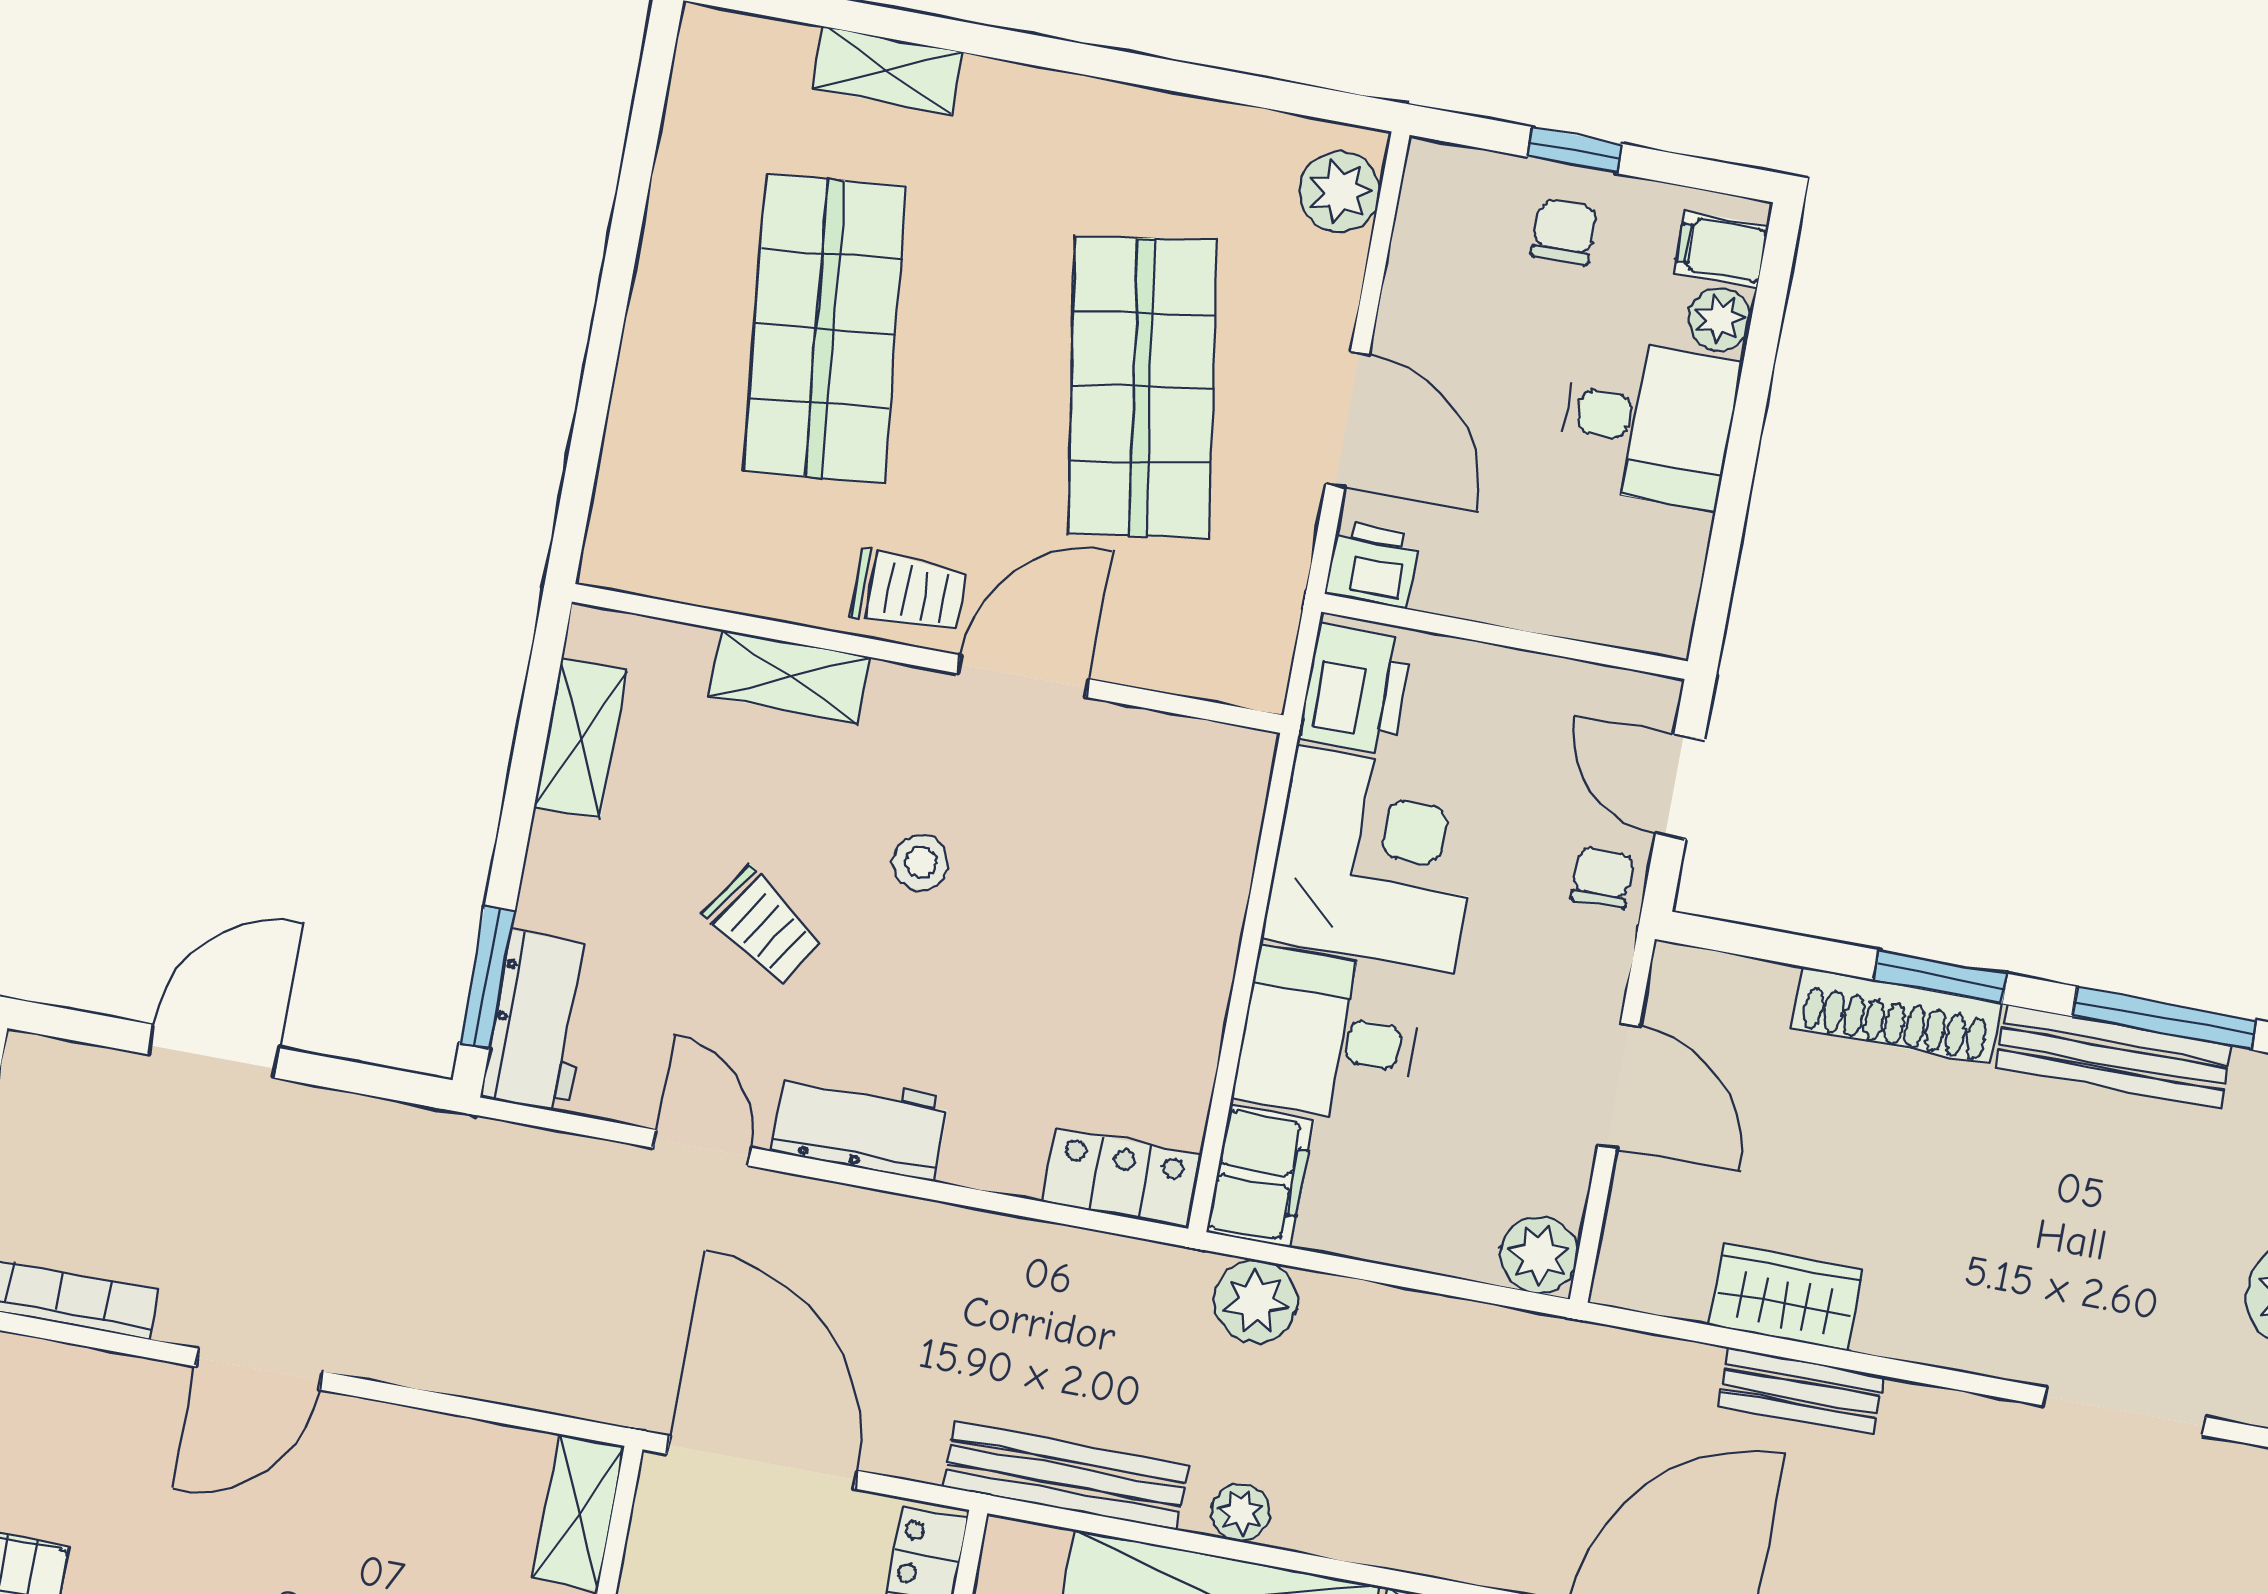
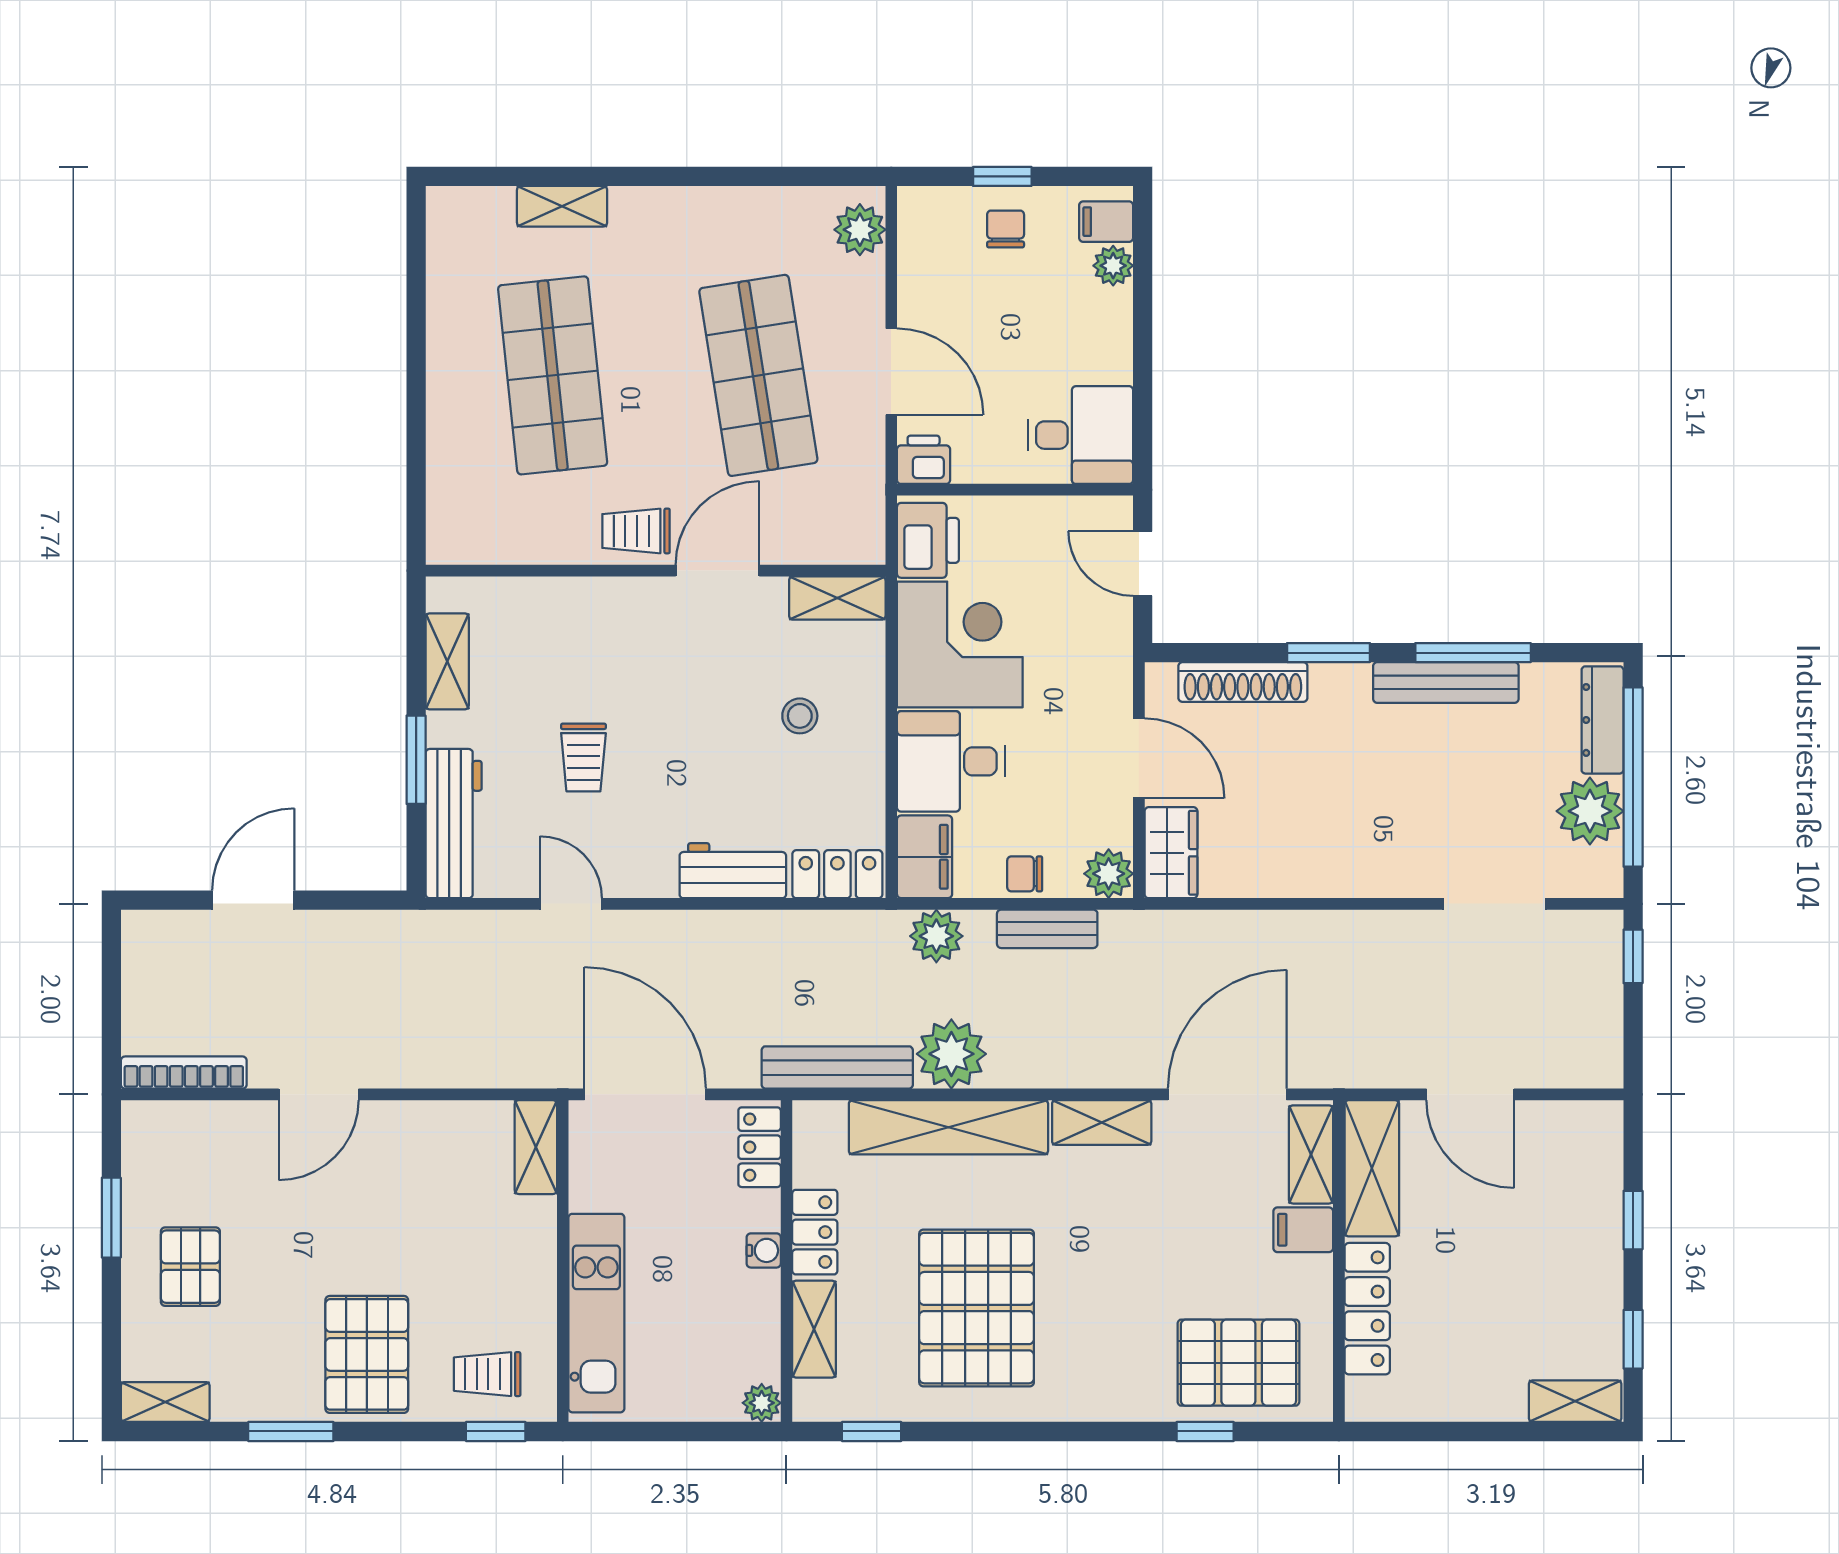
desk: (1648, 422) -> (1080, 435), moved
trolley: (909, 592) -> (636, 531), turned 180
shelving: (789, 677) -> (837, 598), moved
stool: (921, 862) -> (800, 716), moved
chair: (1602, 878) -> (1025, 874), moved, turned -90
trolley: (763, 926) -> (583, 757), turned 56
window: (487, 977) -> (416, 760), moved
shoe rack: (1896, 1015) -> (1243, 682), moved
workbench: (539, 1022) -> (454, 824), width x1.37
workbench: (860, 1124) -> (733, 871), moved
wardrobe: (1785, 1297) -> (1171, 853), moved, turned 90
bench: (1801, 1391) -> (1047, 929), moved
plant: (1241, 1512) -> (951, 1054), width x1.88, depth x1.88

